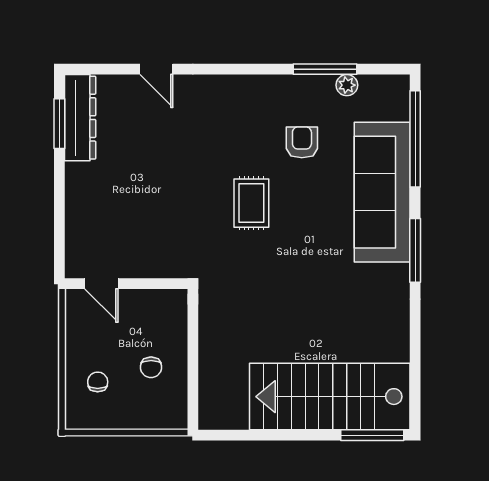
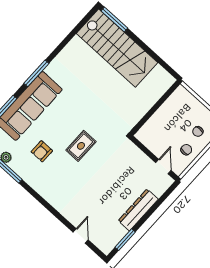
door: (156, 69) -> (81, 236), moved
dresser: (80, 118) -> (138, 210), moved
chair: (151, 367) -> (186, 150), moved

